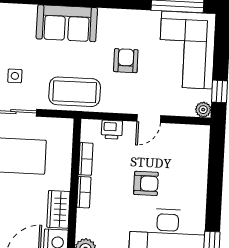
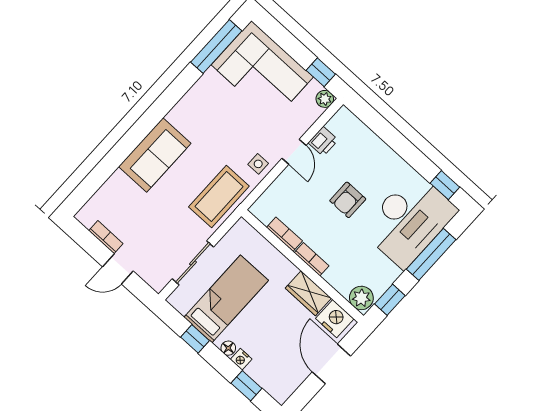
armchair: (126, 61) -> (228, 131), removed
side table: (15, 76) -> (258, 164), moved
printer: (112, 130) -> (323, 141), moved
armchair: (146, 183) -> (348, 200), turned 180

